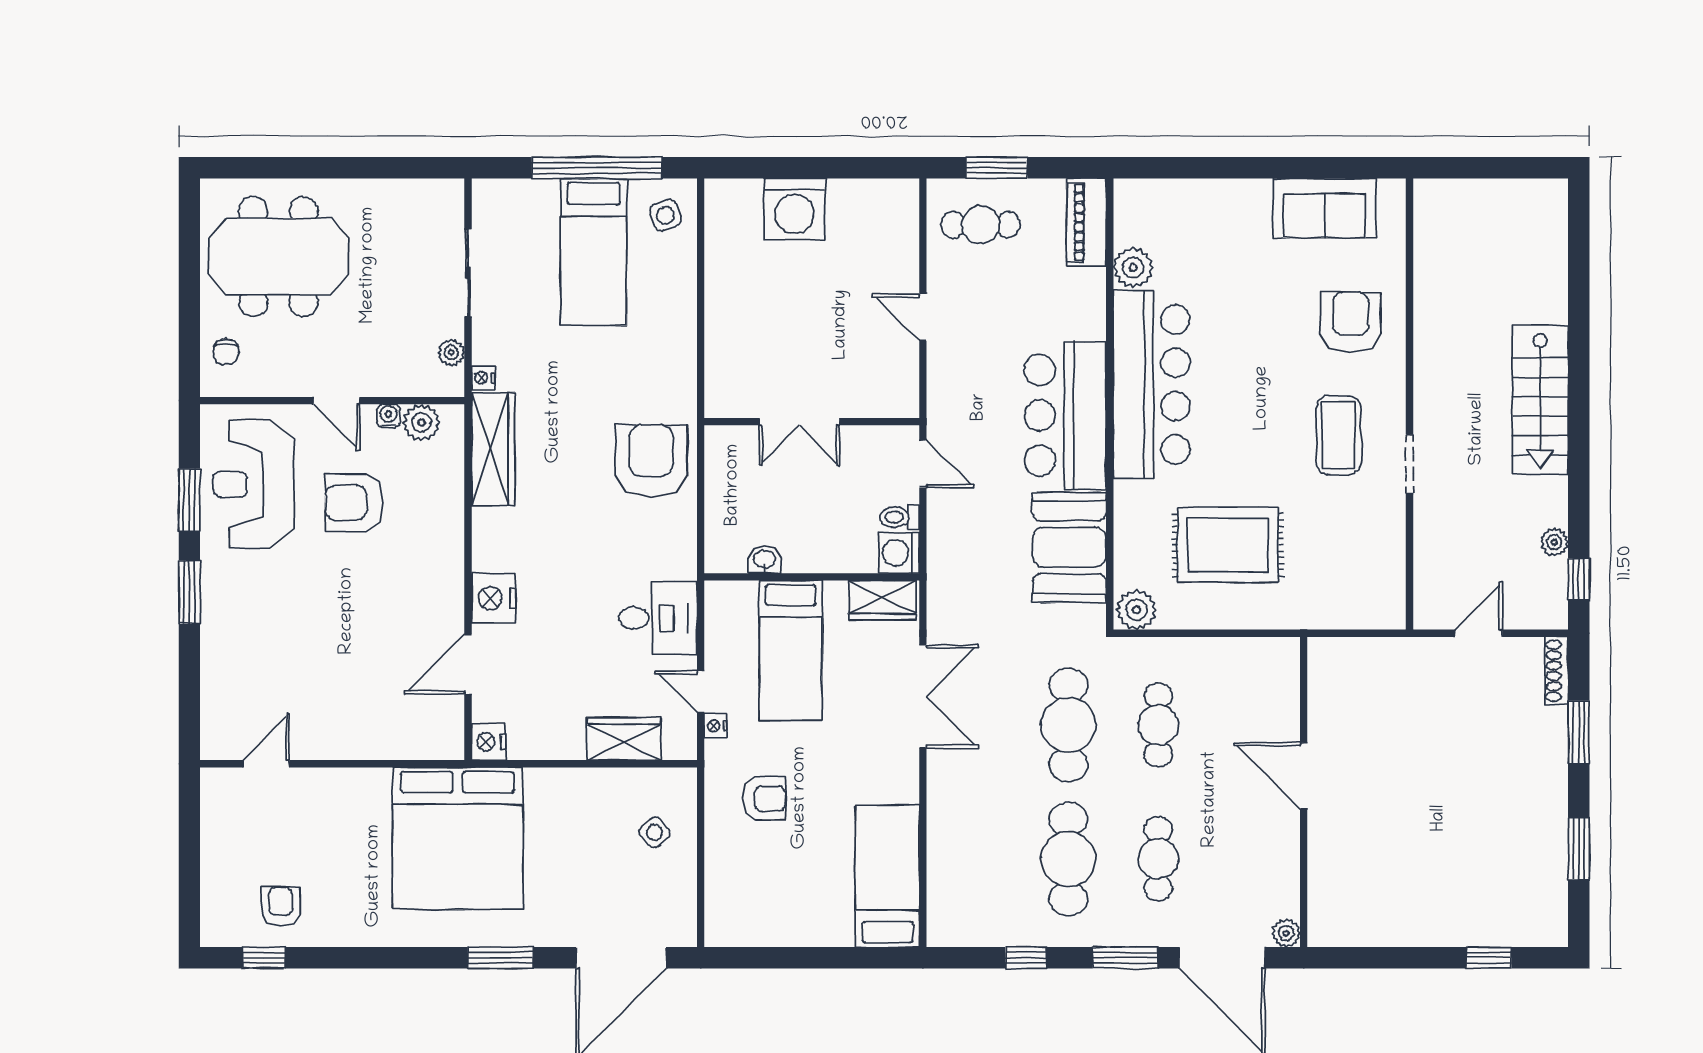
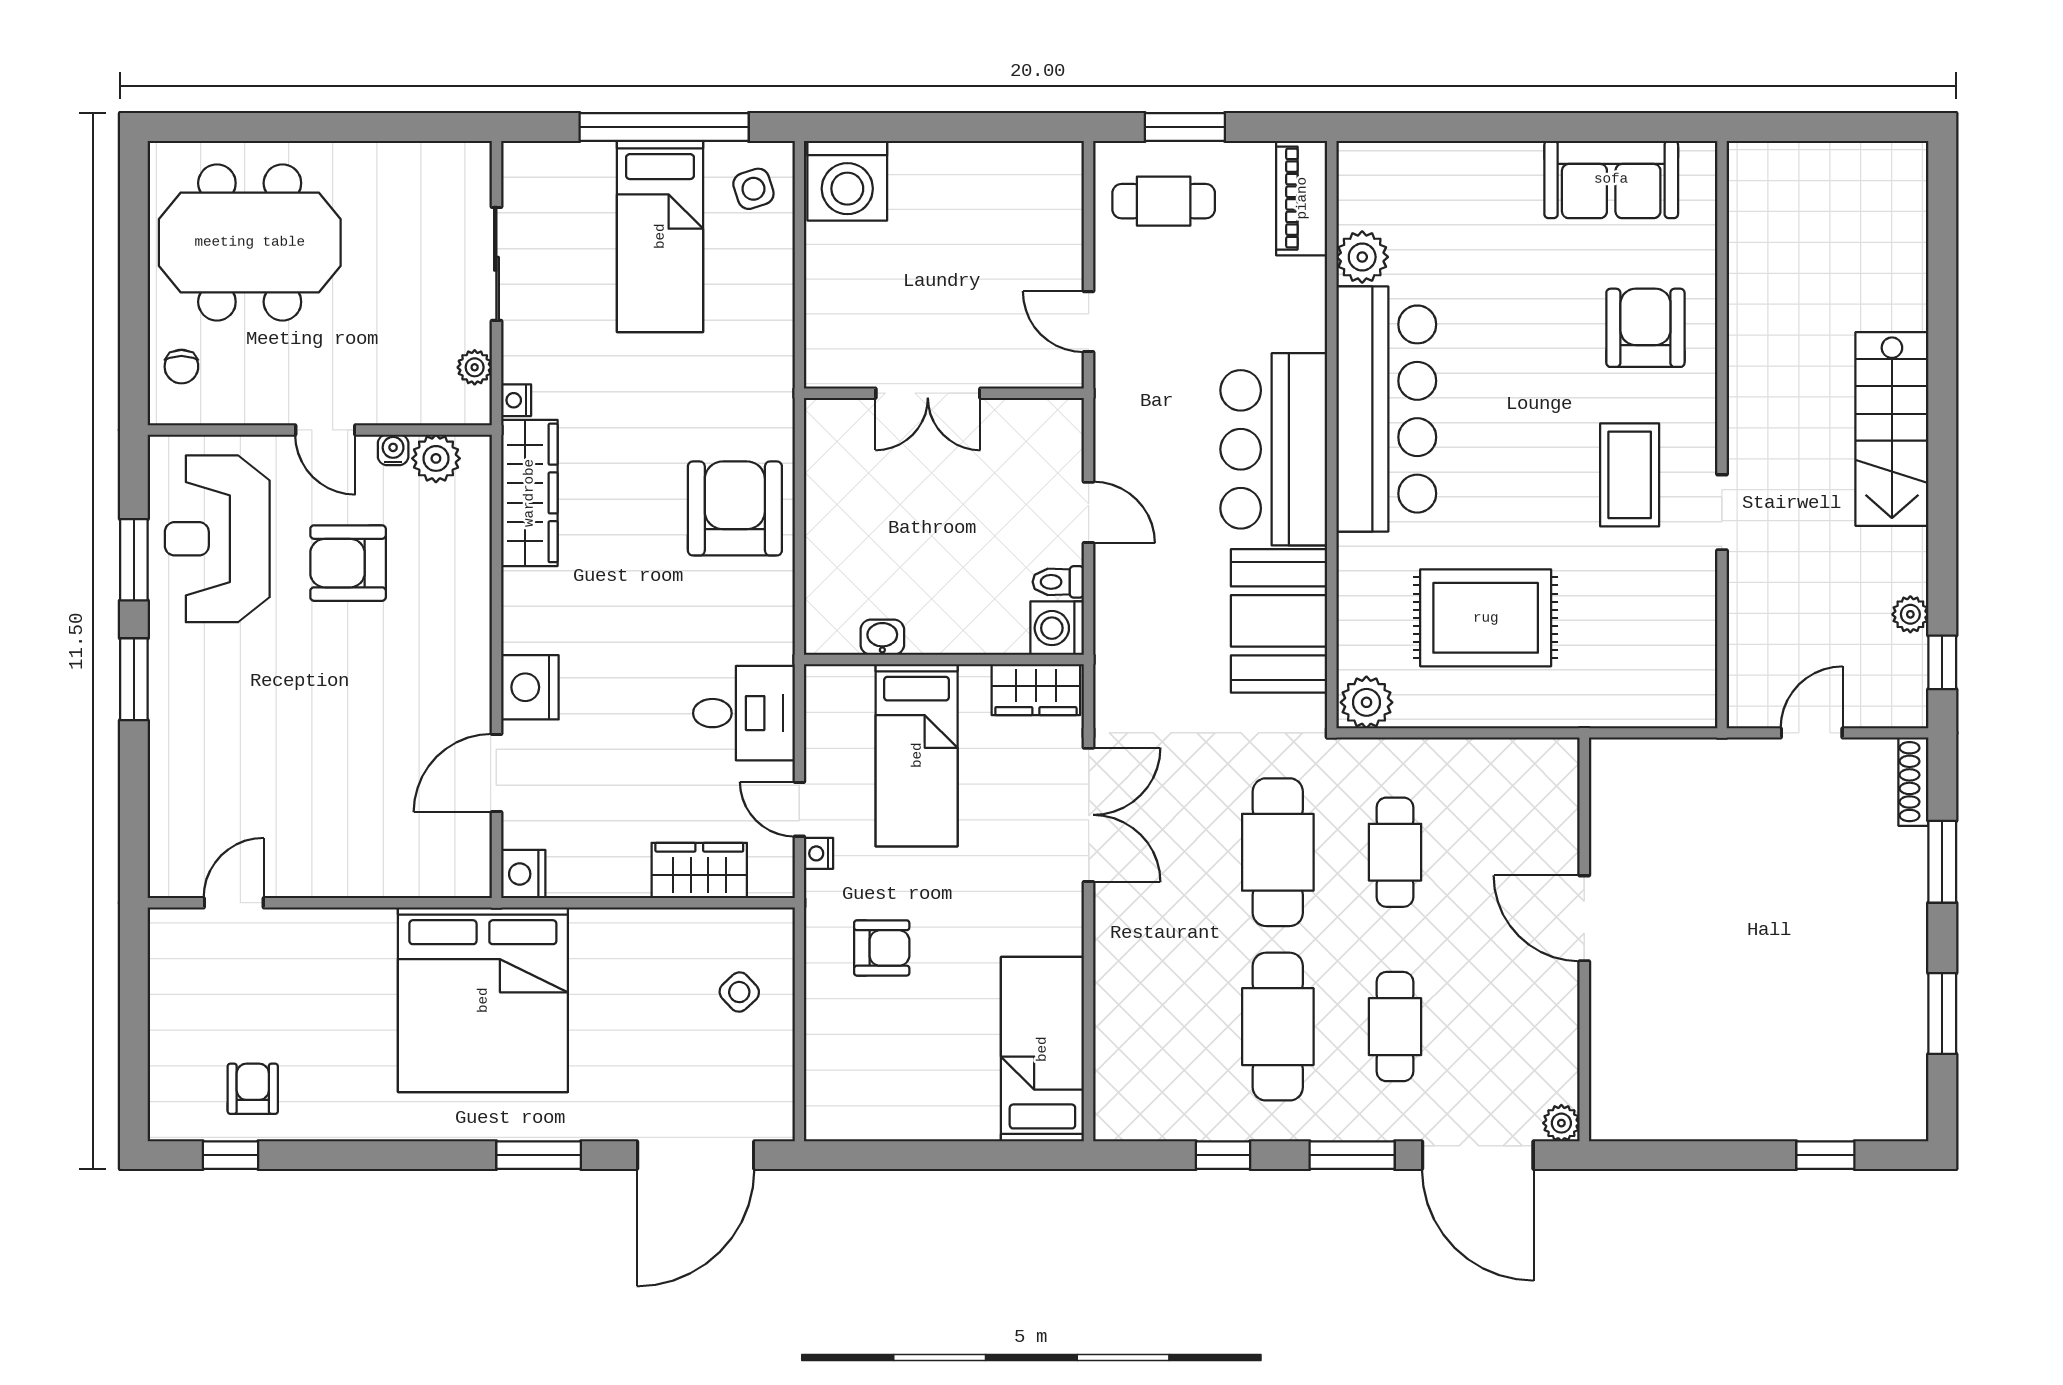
washing machine: (794, 209) -> (847, 181), moved
double door: (799, 422) -> (928, 393), moved
wall: (812, 422) -> (944, 393), moved

